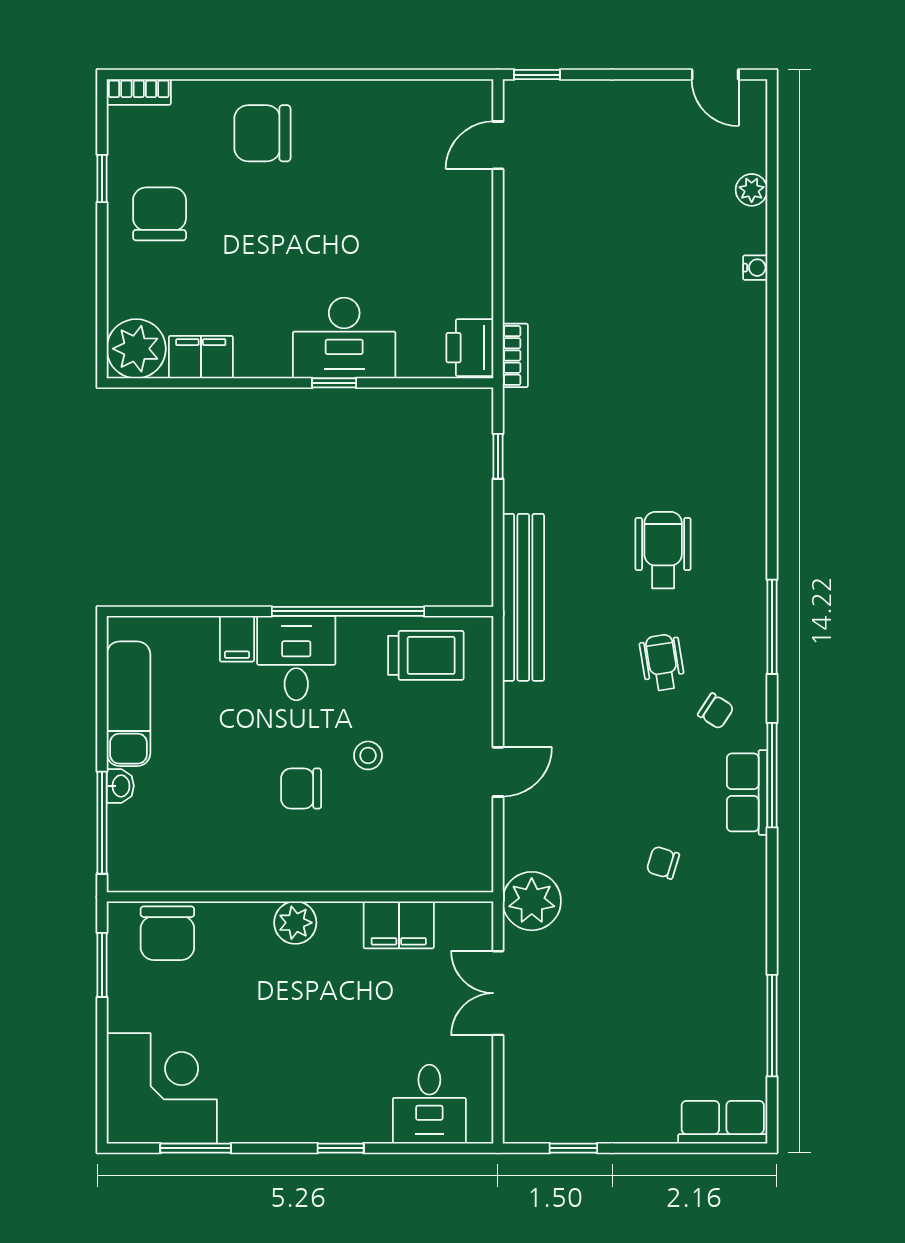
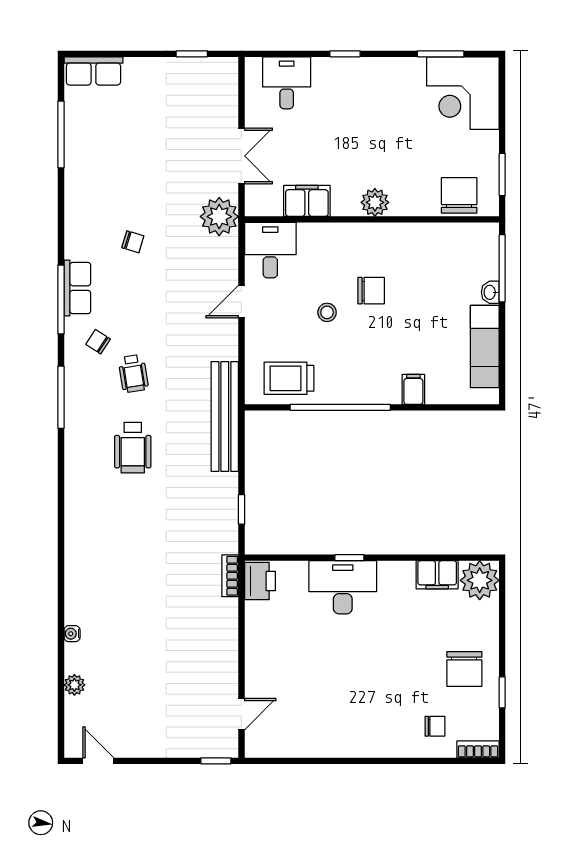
chair: (262, 133) -> (435, 726), moved, width x0.54, depth x0.54
desk: (296, 658) -> (270, 250), moved, turned 180

